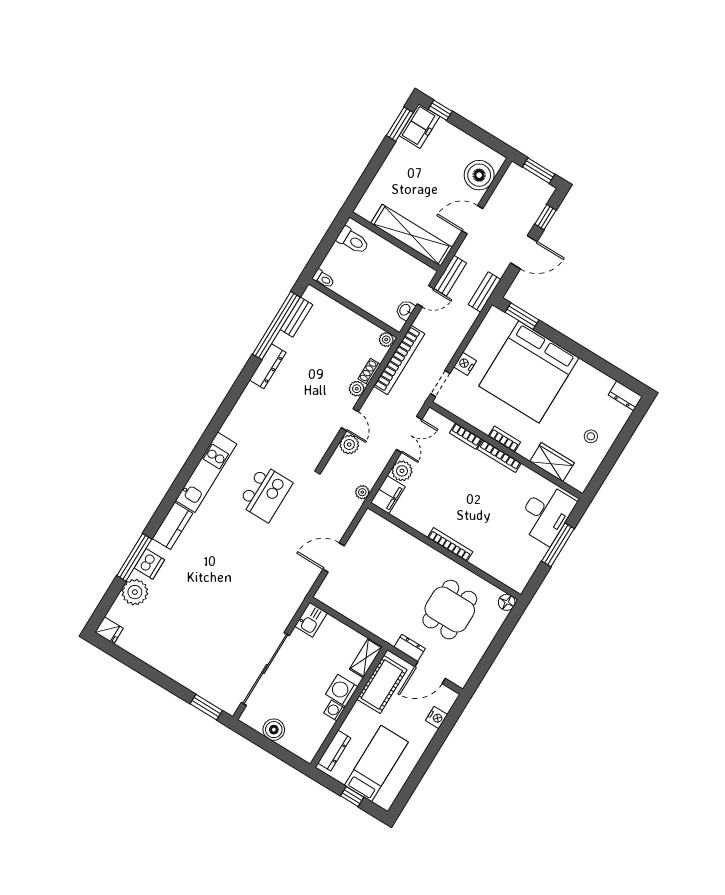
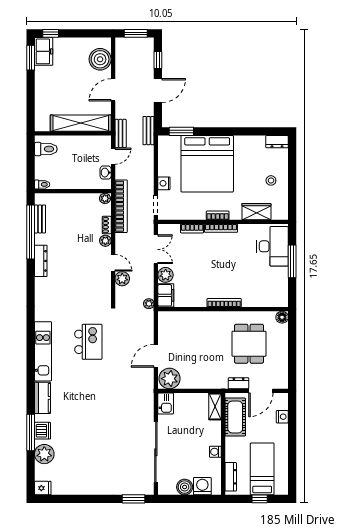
plant: (333, 593) -> (170, 379), added
washing machine: (342, 690) -> (202, 486), moved, turned 90

